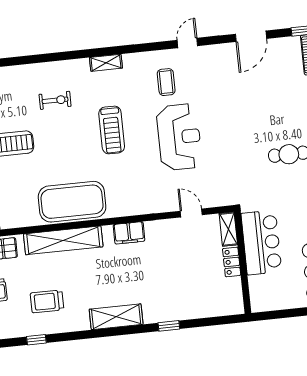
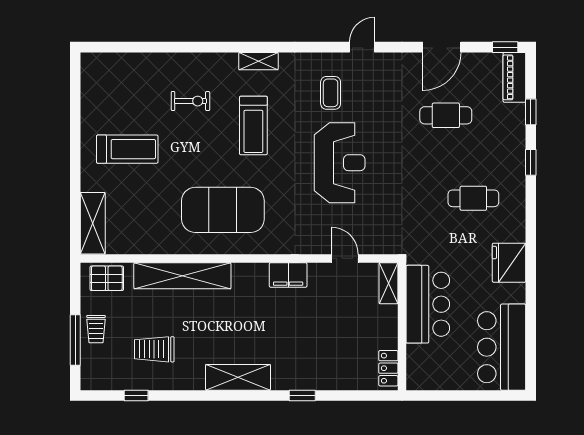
cafe table: (260, 90) -> (446, 115), added
treadmill: (112, 130) -> (253, 126), moved
exercise mat: (72, 202) -> (223, 210), moved
filing cabinet: (129, 233) -> (288, 275), moved
locker: (232, 262) -> (388, 368), moved

